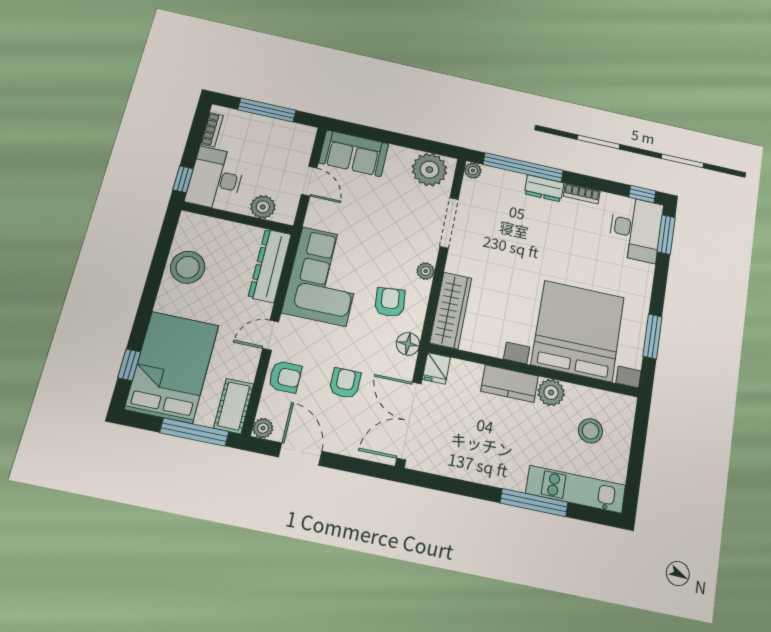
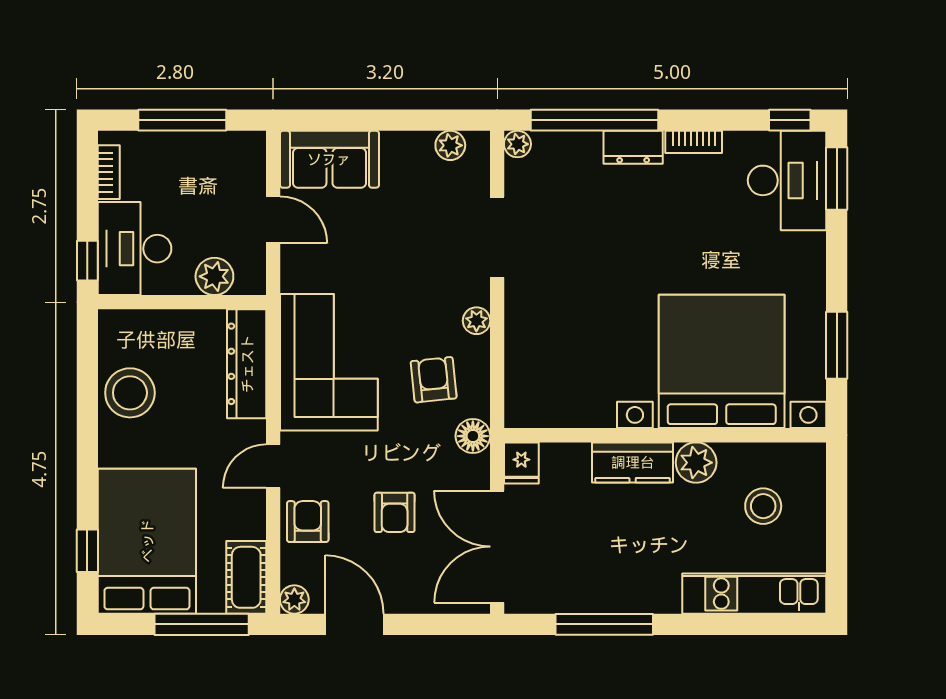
plant: (429, 170) -> (450, 145), width x0.53, depth x0.53
wardrobe: (451, 310) -> (526, 372), removed
armchair: (285, 377) -> (308, 522), turned -90
armchair: (345, 383) -> (395, 512), turned 180
window: (534, 503) -> (604, 624), moved

